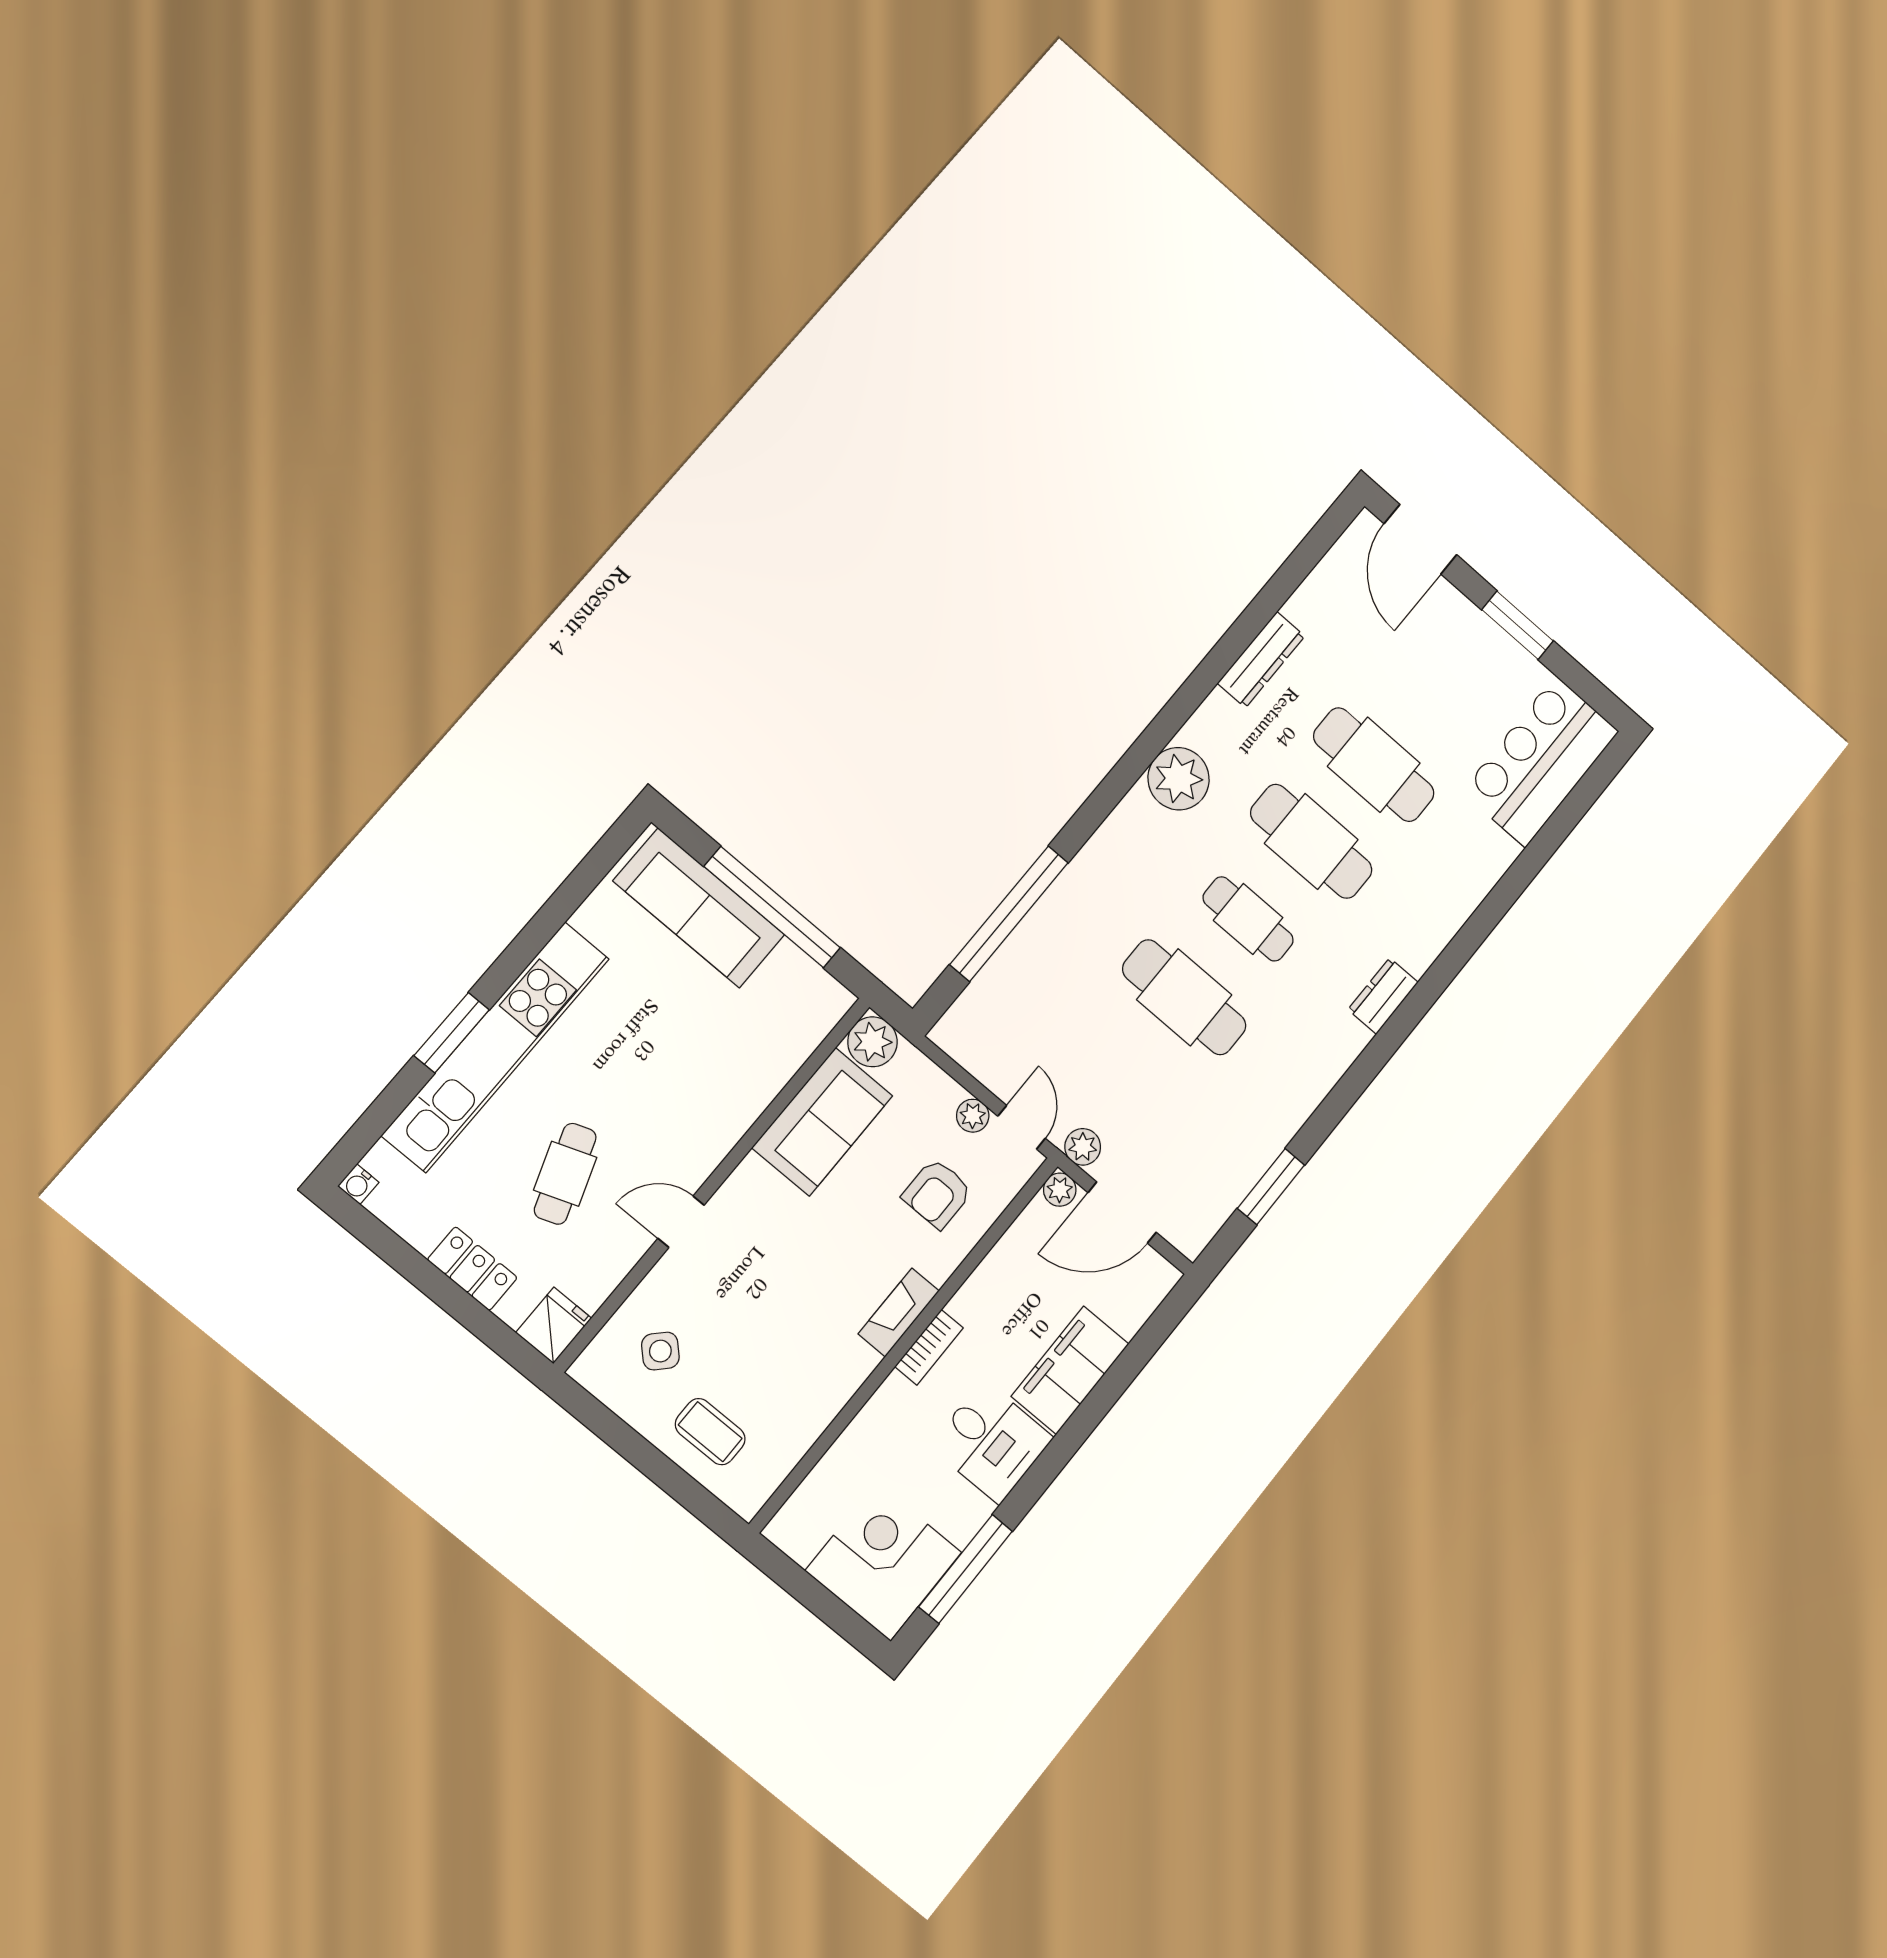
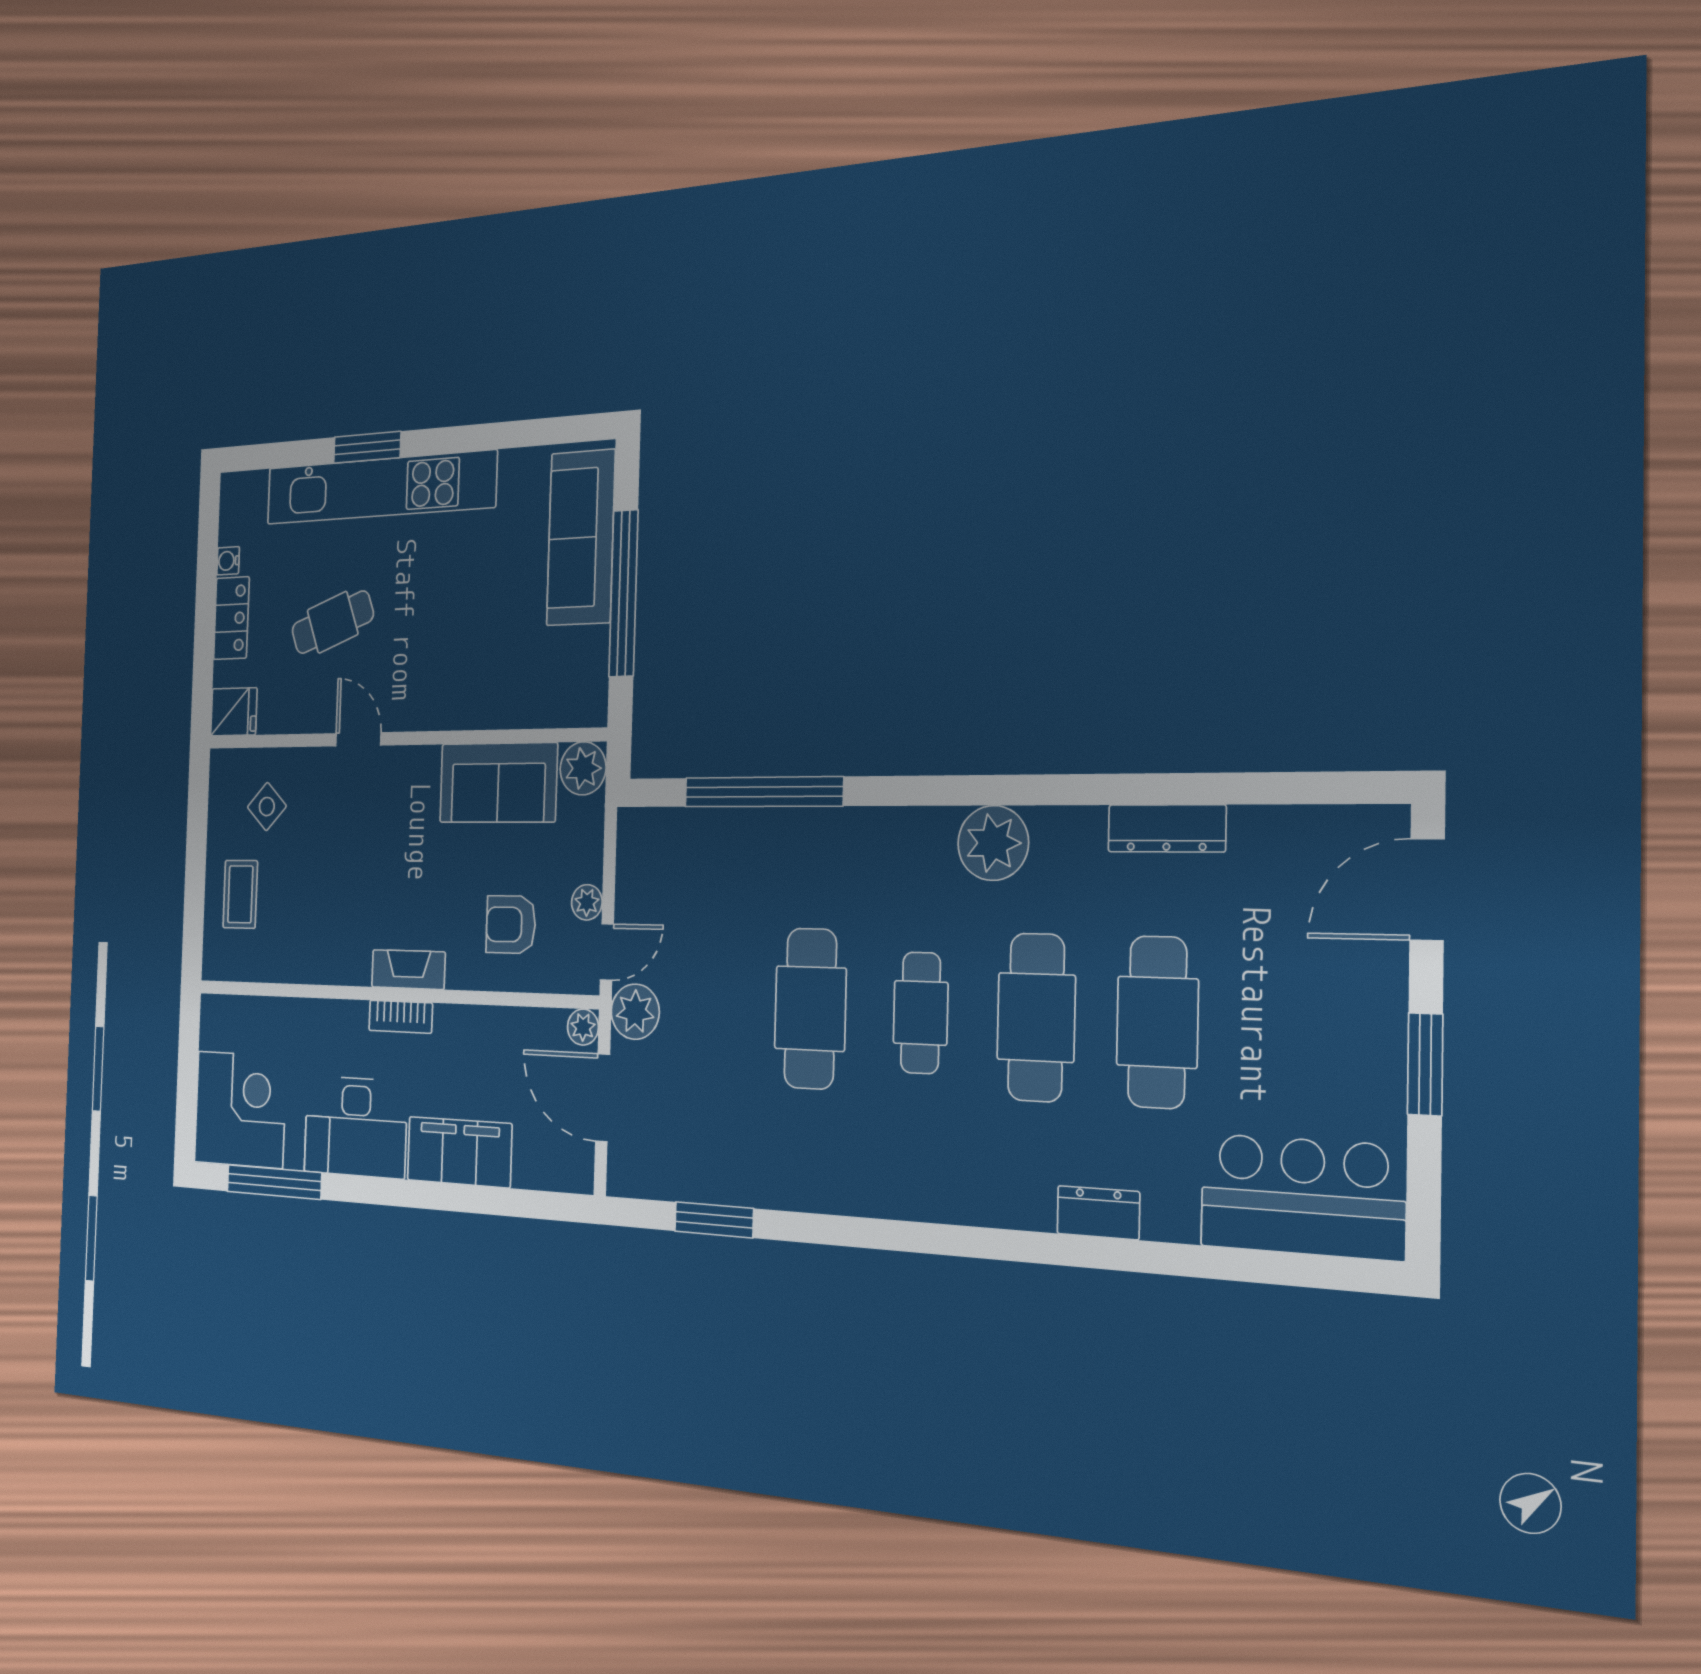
dresser: (1383, 996) -> (1098, 1213), moved
plant: (1083, 1147) -> (635, 1012), width x1.38, depth x1.38
water cooler: (358, 1184) -> (228, 561), moved
desk: (991, 1442) -> (355, 1127), width x1.37

